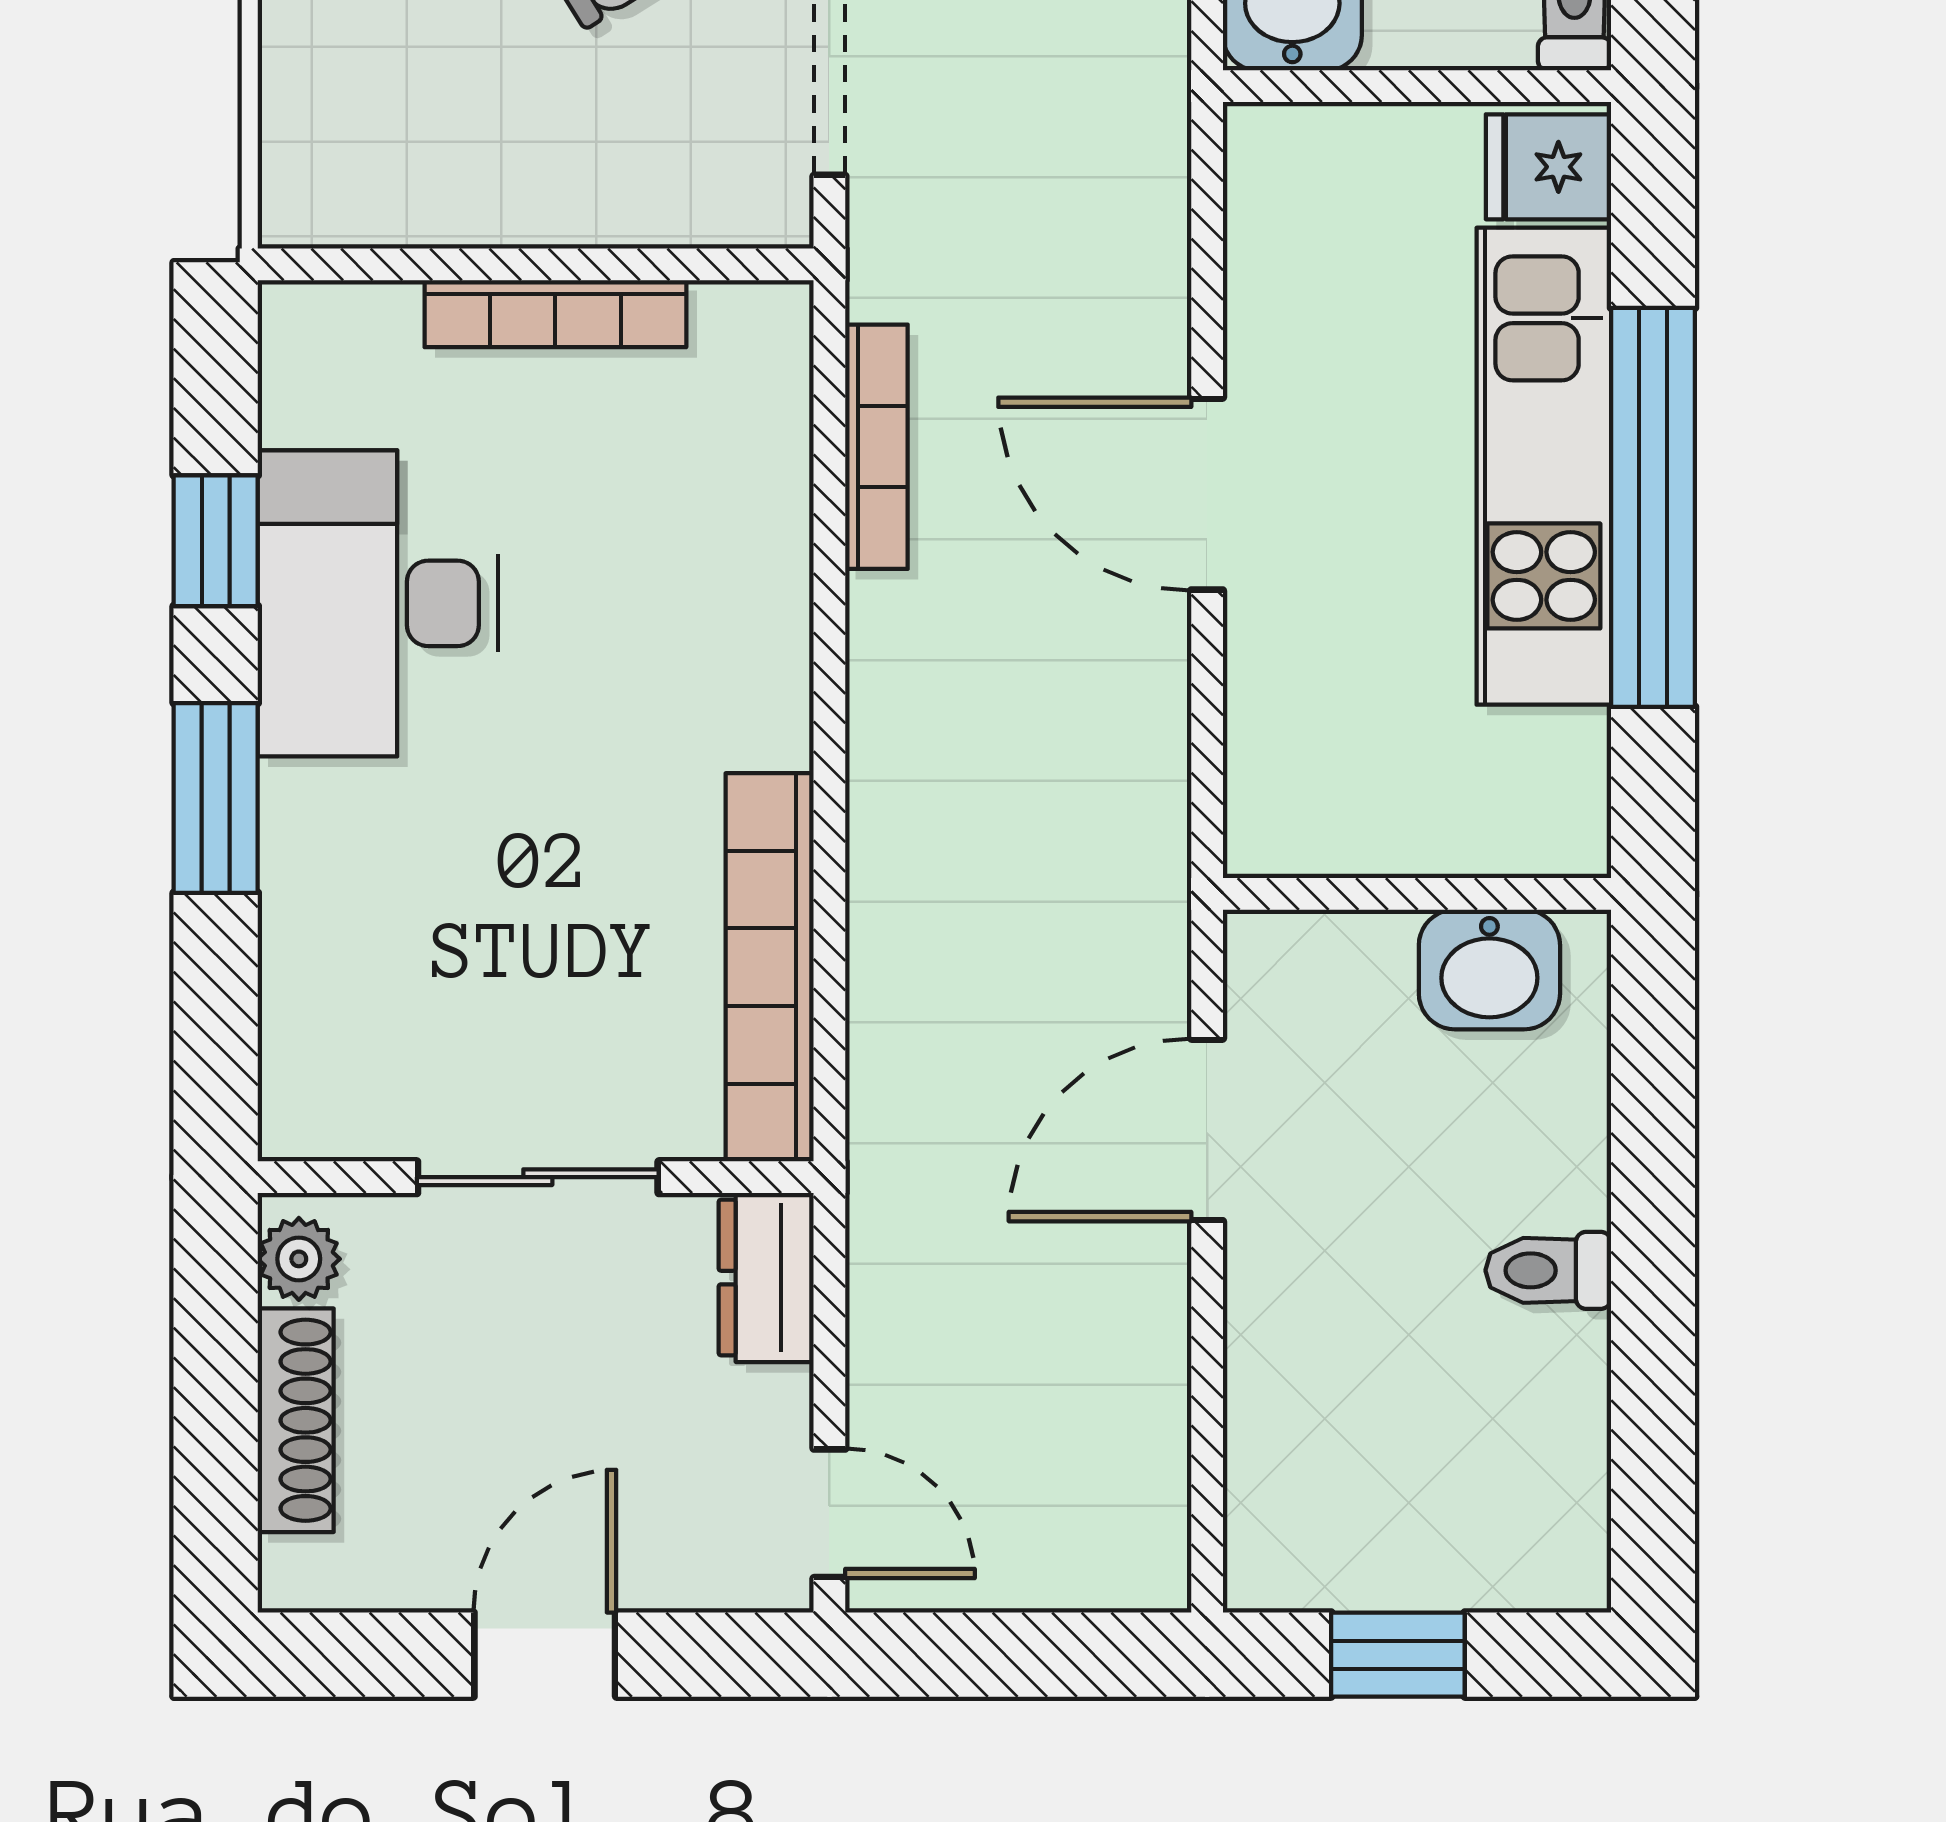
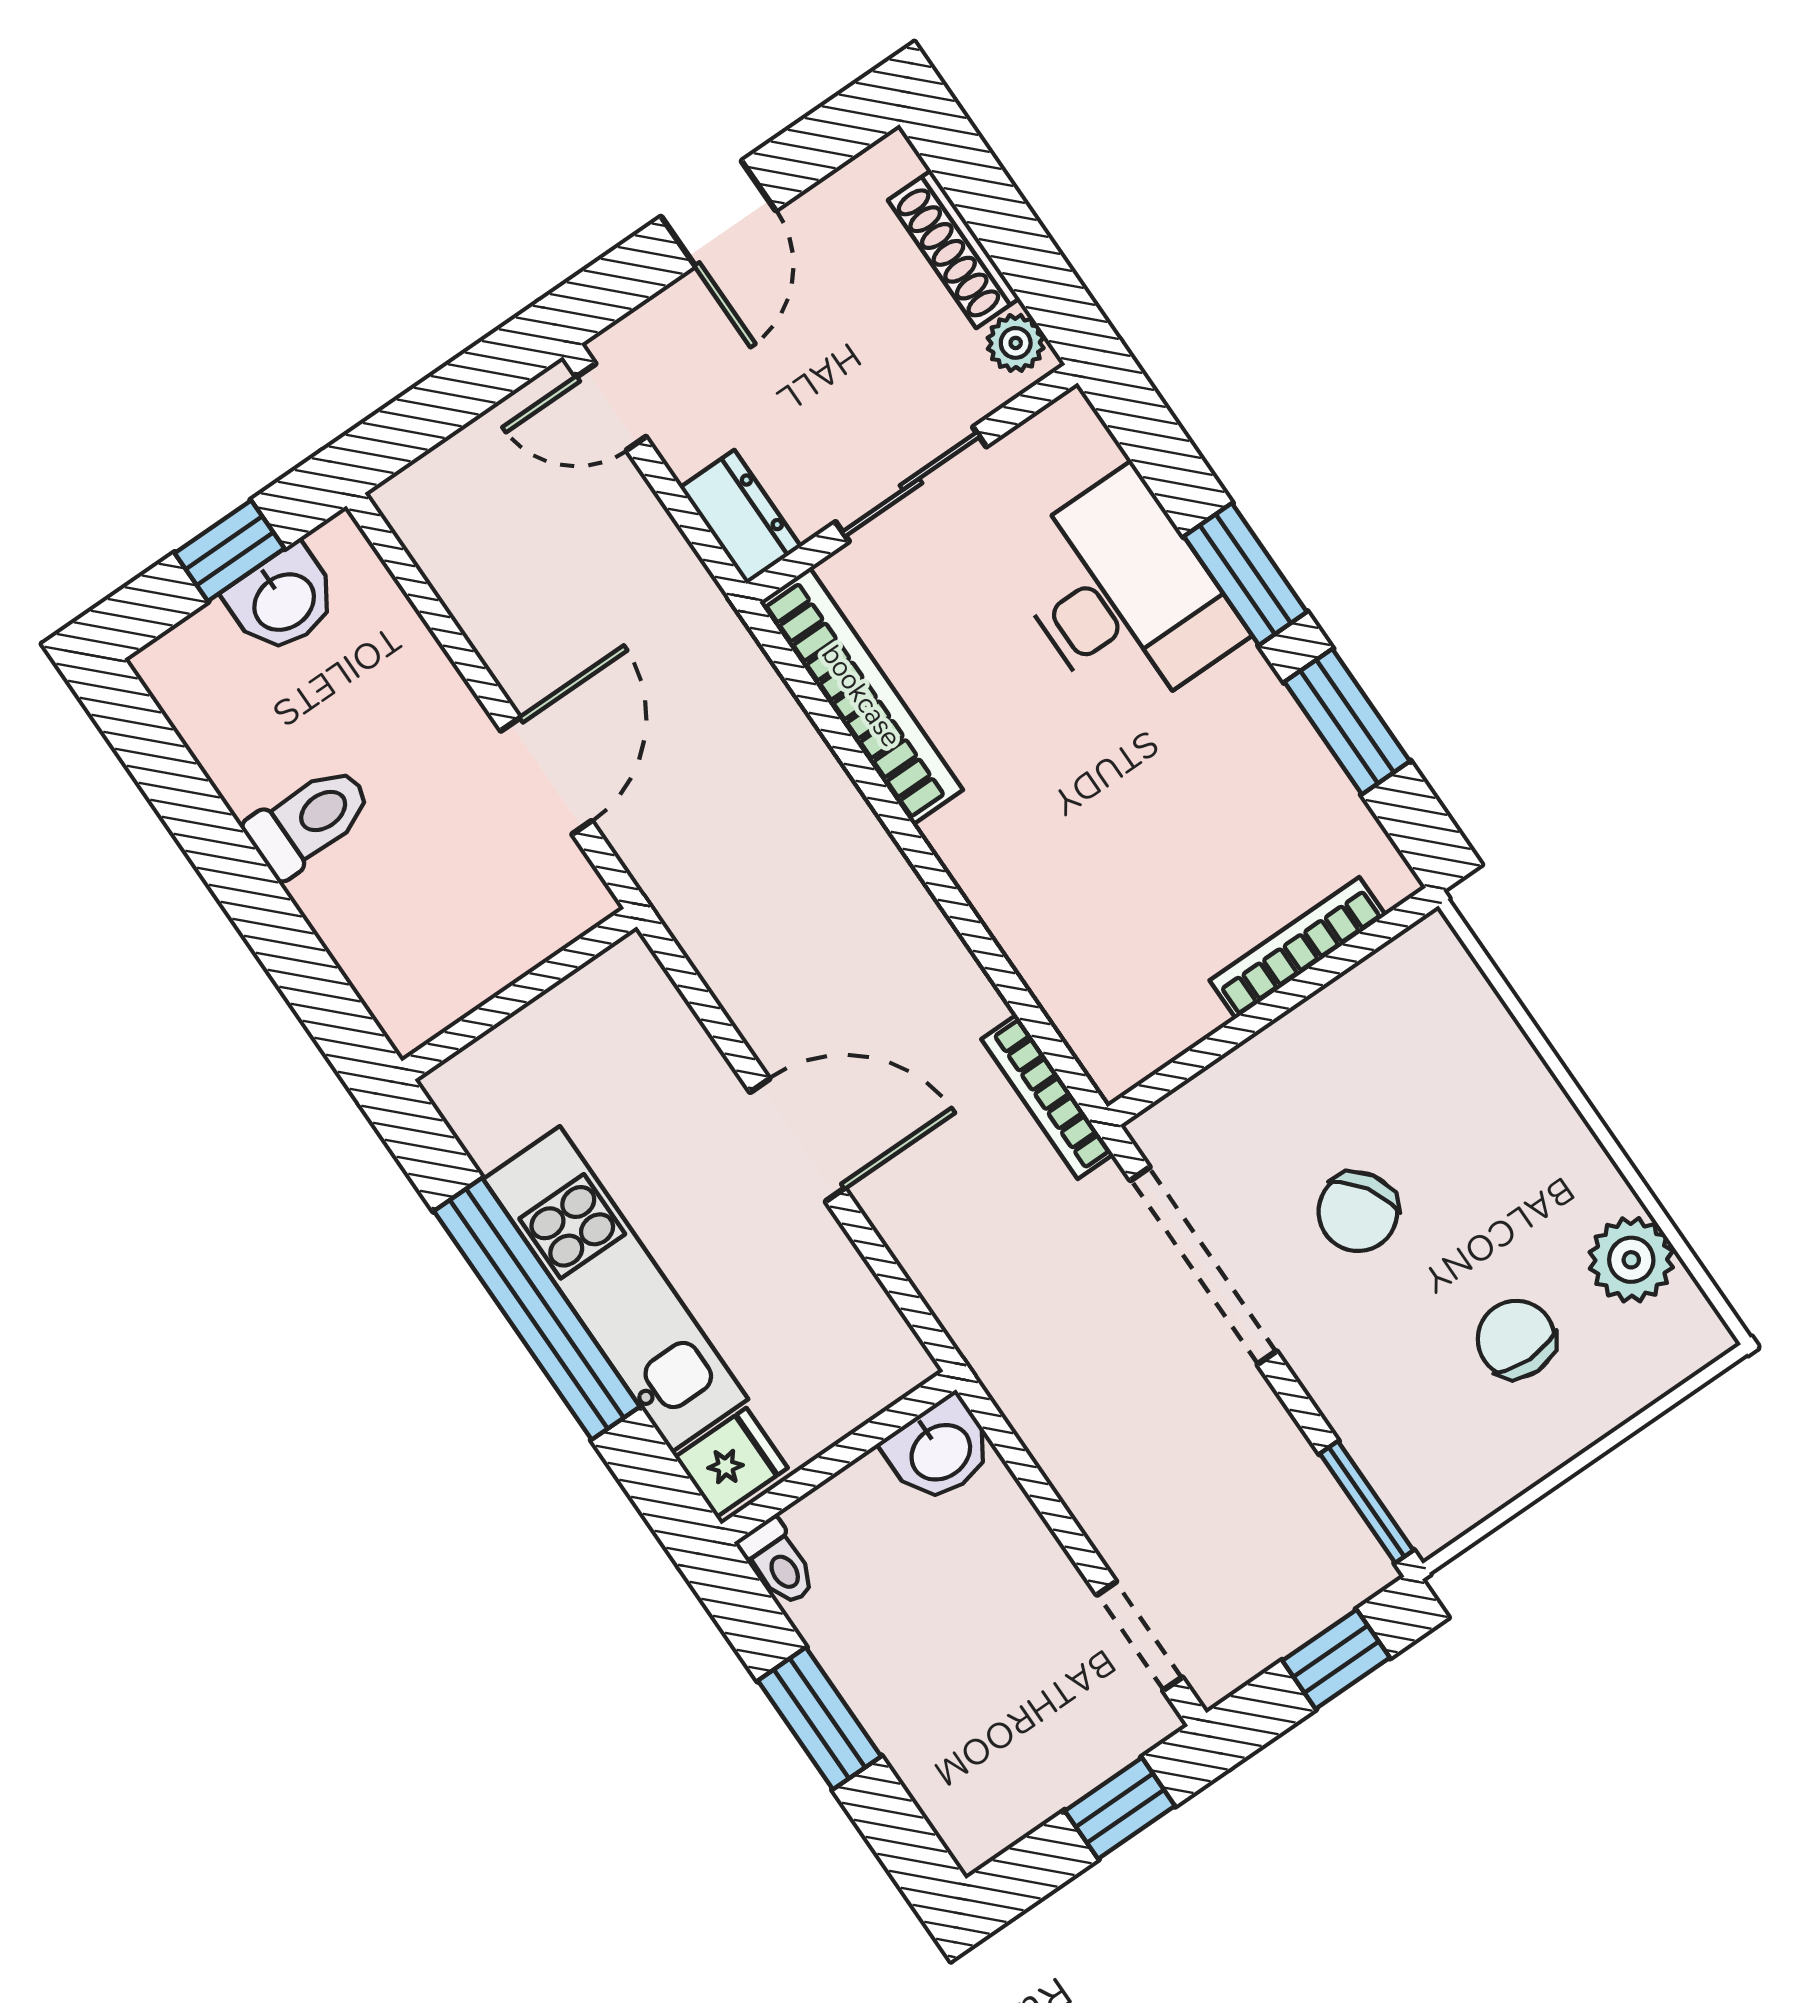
bookcase: (555, 314) -> (1298, 948), moved
bookcase: (876, 447) -> (1047, 1097), moved
window: (216, 541) -> (1347, 722), width x1.50
desk: (378, 603) -> (1123, 596), moved
washbasin: (1489, 969) -> (283, 600), moved, turned 180
toilet: (1548, 1270) -> (309, 821), width x1.37, depth x1.39

